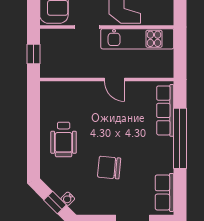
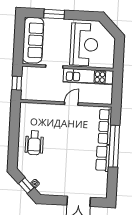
door: (114, 80) -> (71, 104), swing flipped
chair: (109, 168) -> (64, 164), removed
row of seats: (164, 192) -> (103, 158), moved

